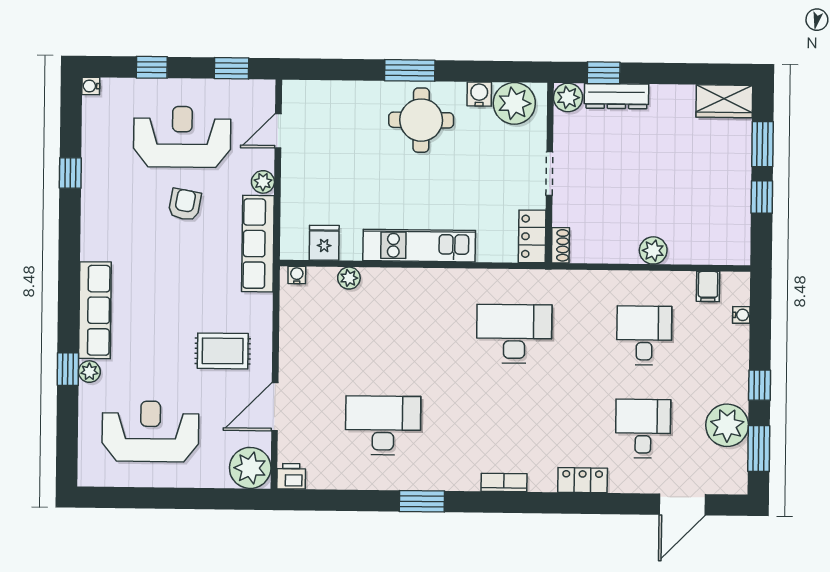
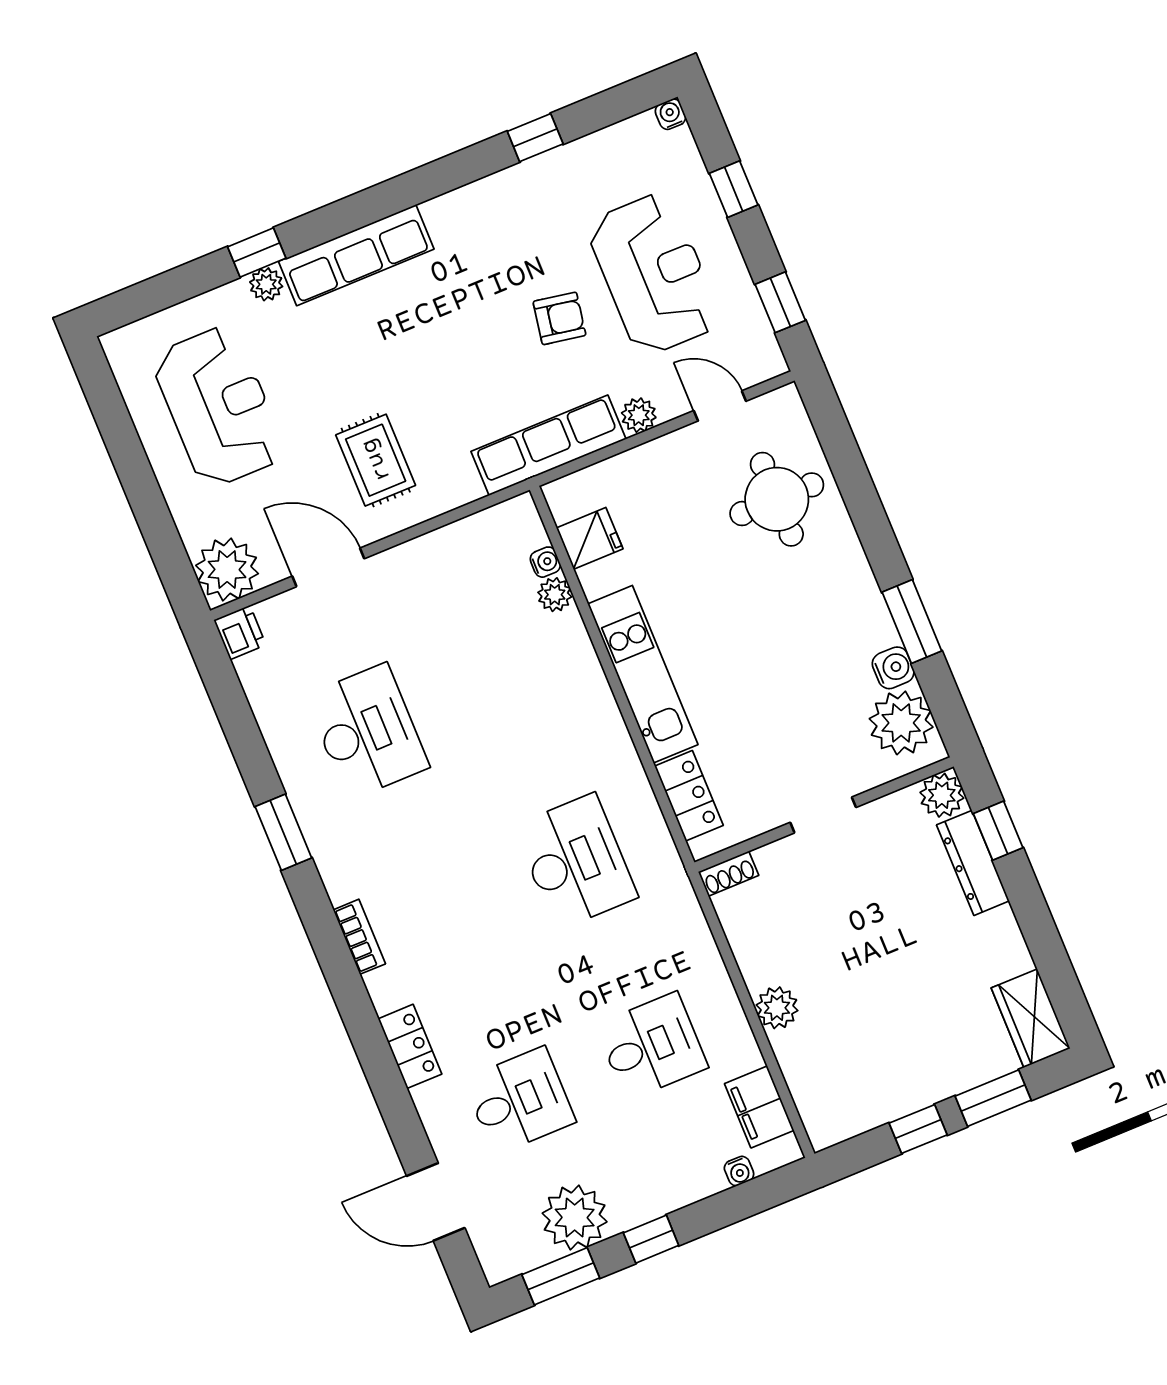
window: (410, 70) -> (912, 622), moved
round table: (421, 120) -> (777, 499), moved
locker: (532, 236) -> (689, 796), moved, turned 90
water cooler: (297, 275) -> (545, 562), moved
filing cabinet: (708, 286) -> (759, 1107), width x2.00

